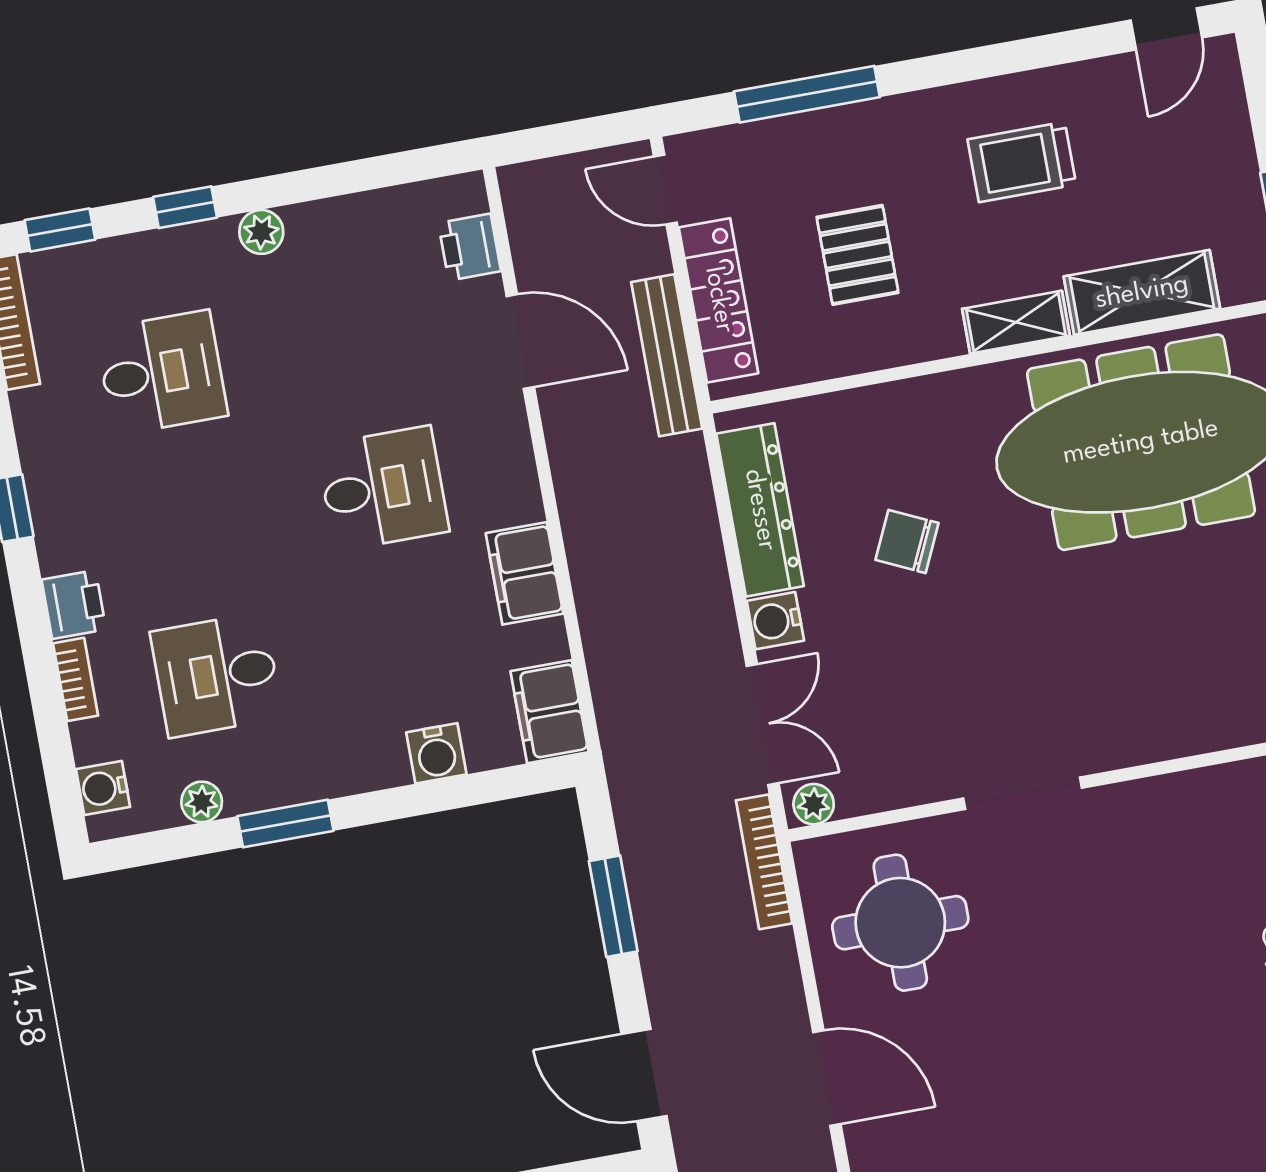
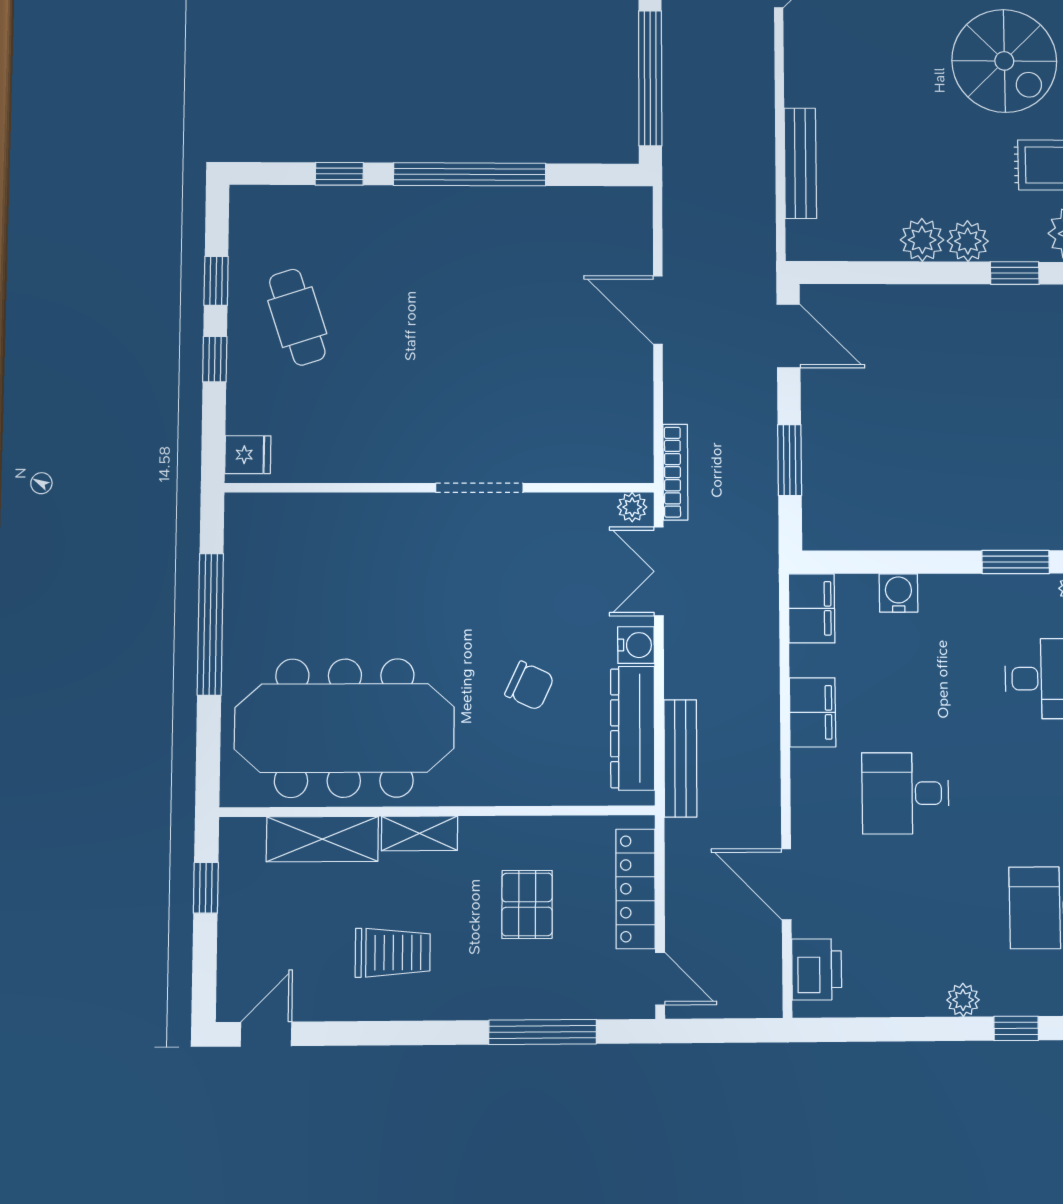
printer: (470, 247) -> (817, 969), width x1.36, depth x1.24
bench: (667, 355) -> (680, 758), moved
round table: (900, 923) -> (585, 411), removed

